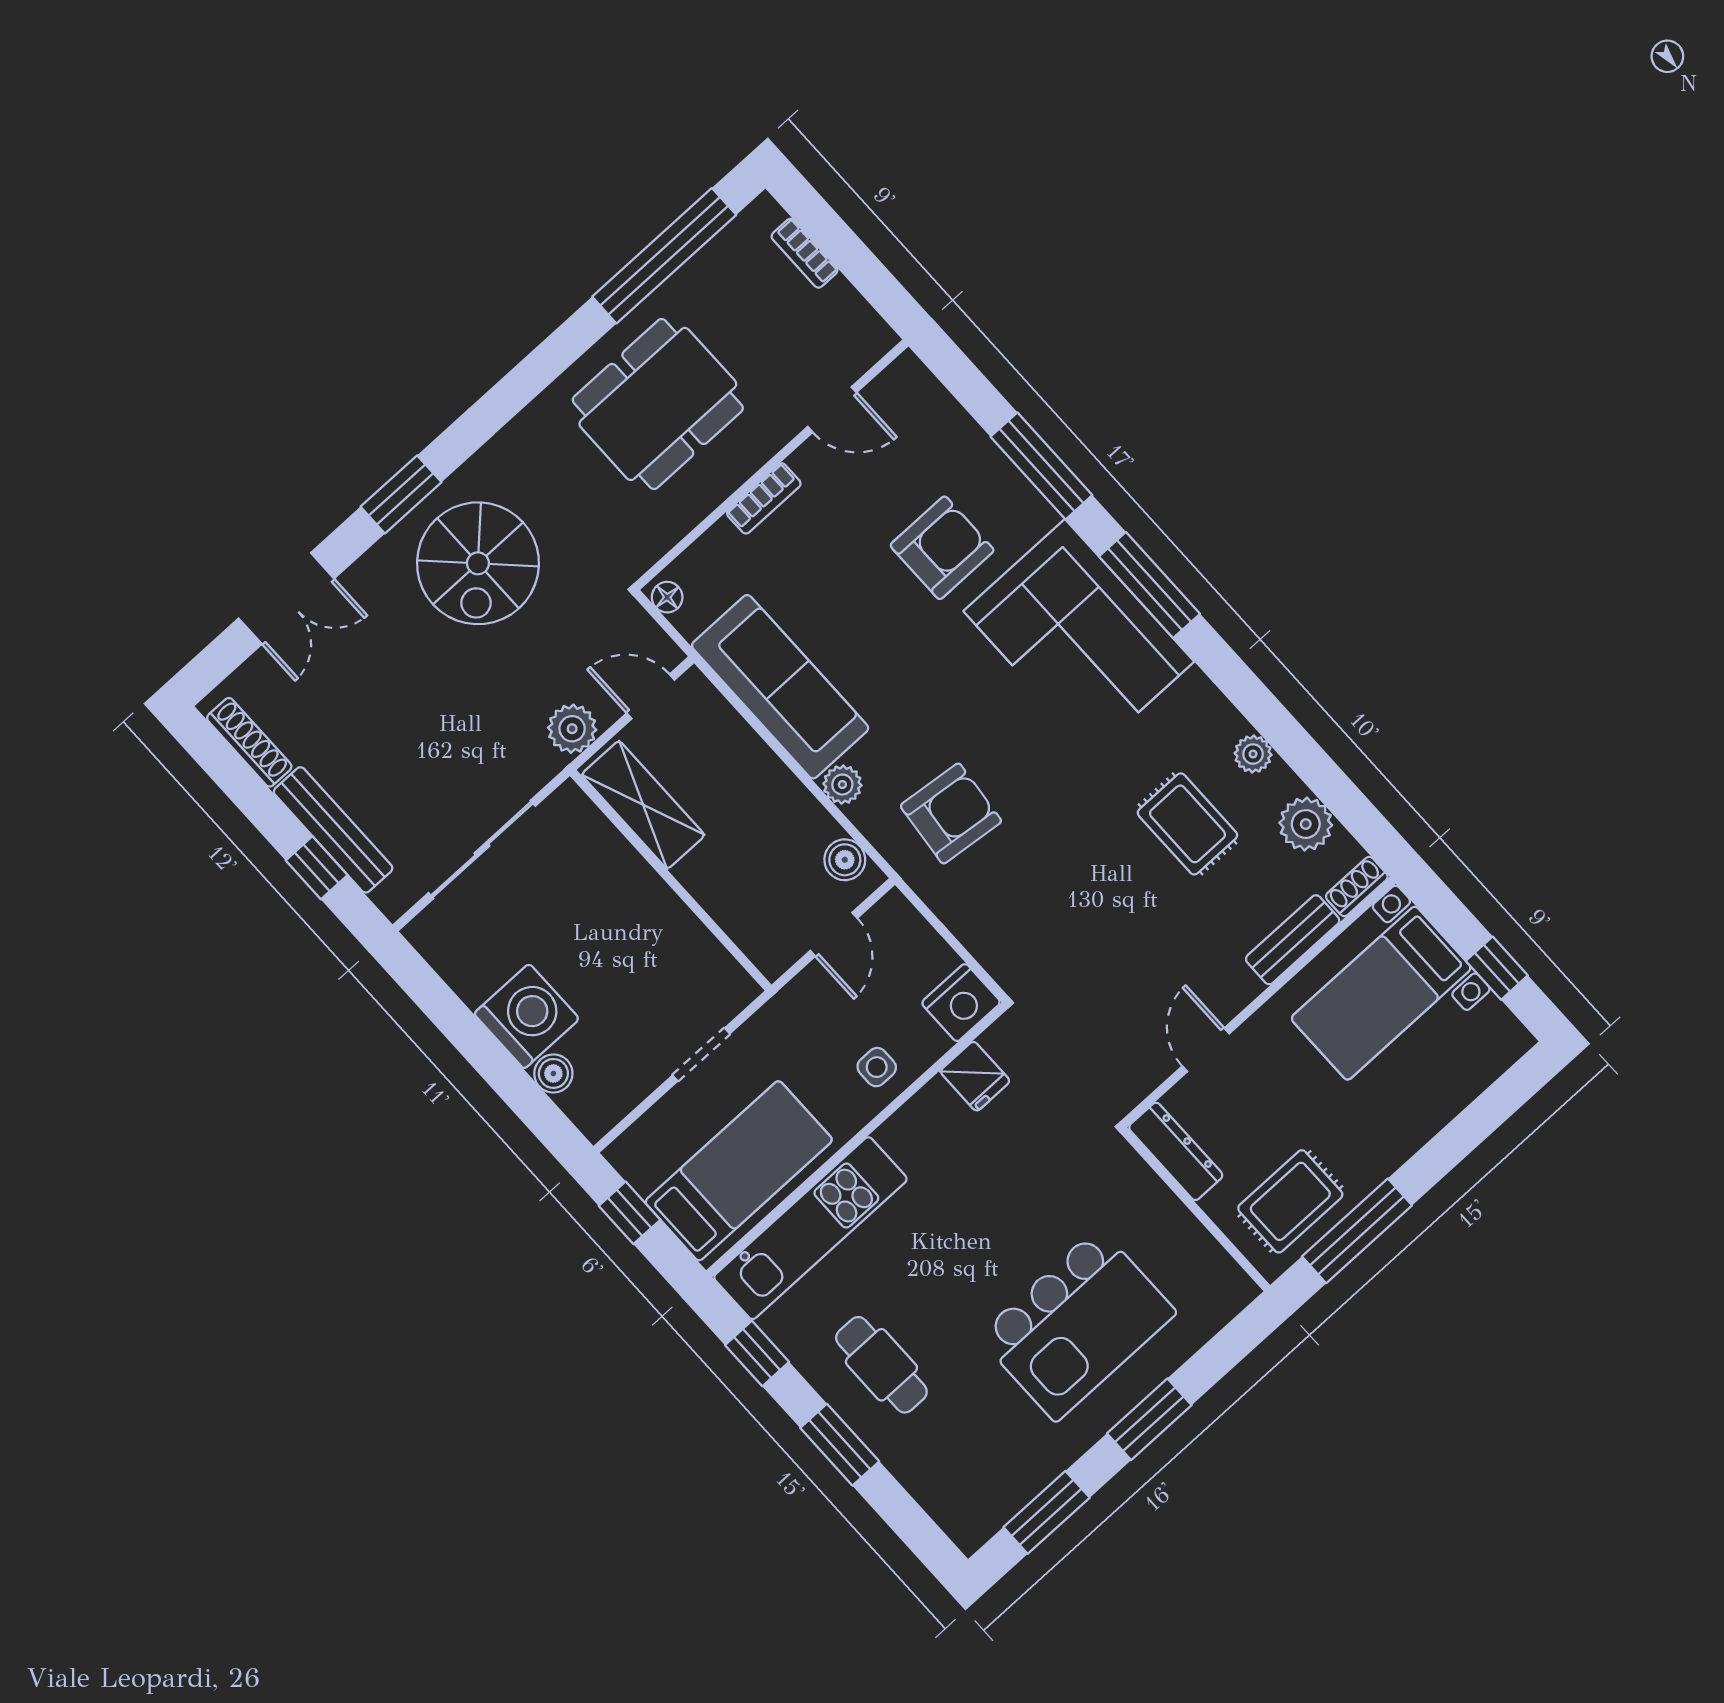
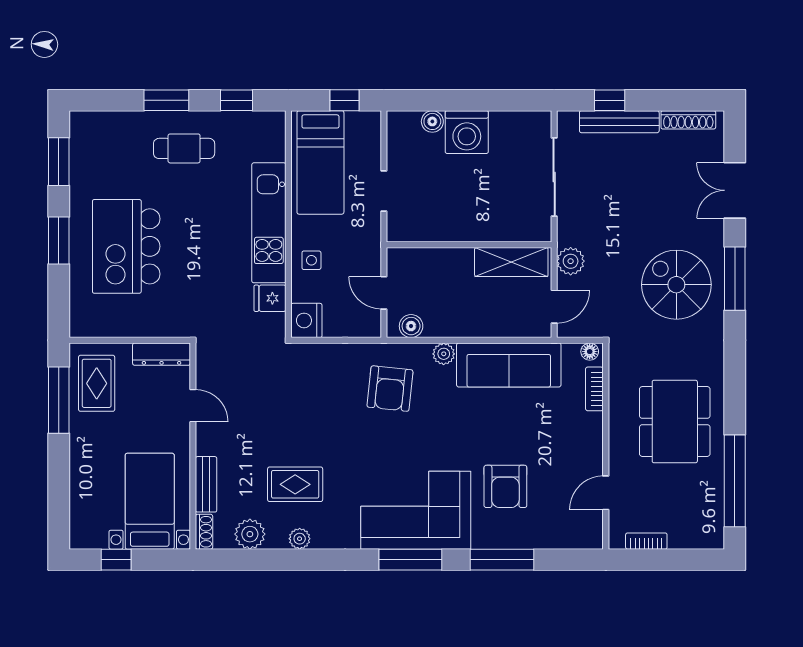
bookcase: (805, 253) -> (646, 541), moved
window: (401, 494) -> (735, 279), width x1.44
bookcase: (764, 498) -> (594, 389), moved
kitchen unit: (810, 1228) -> (269, 223), moved

